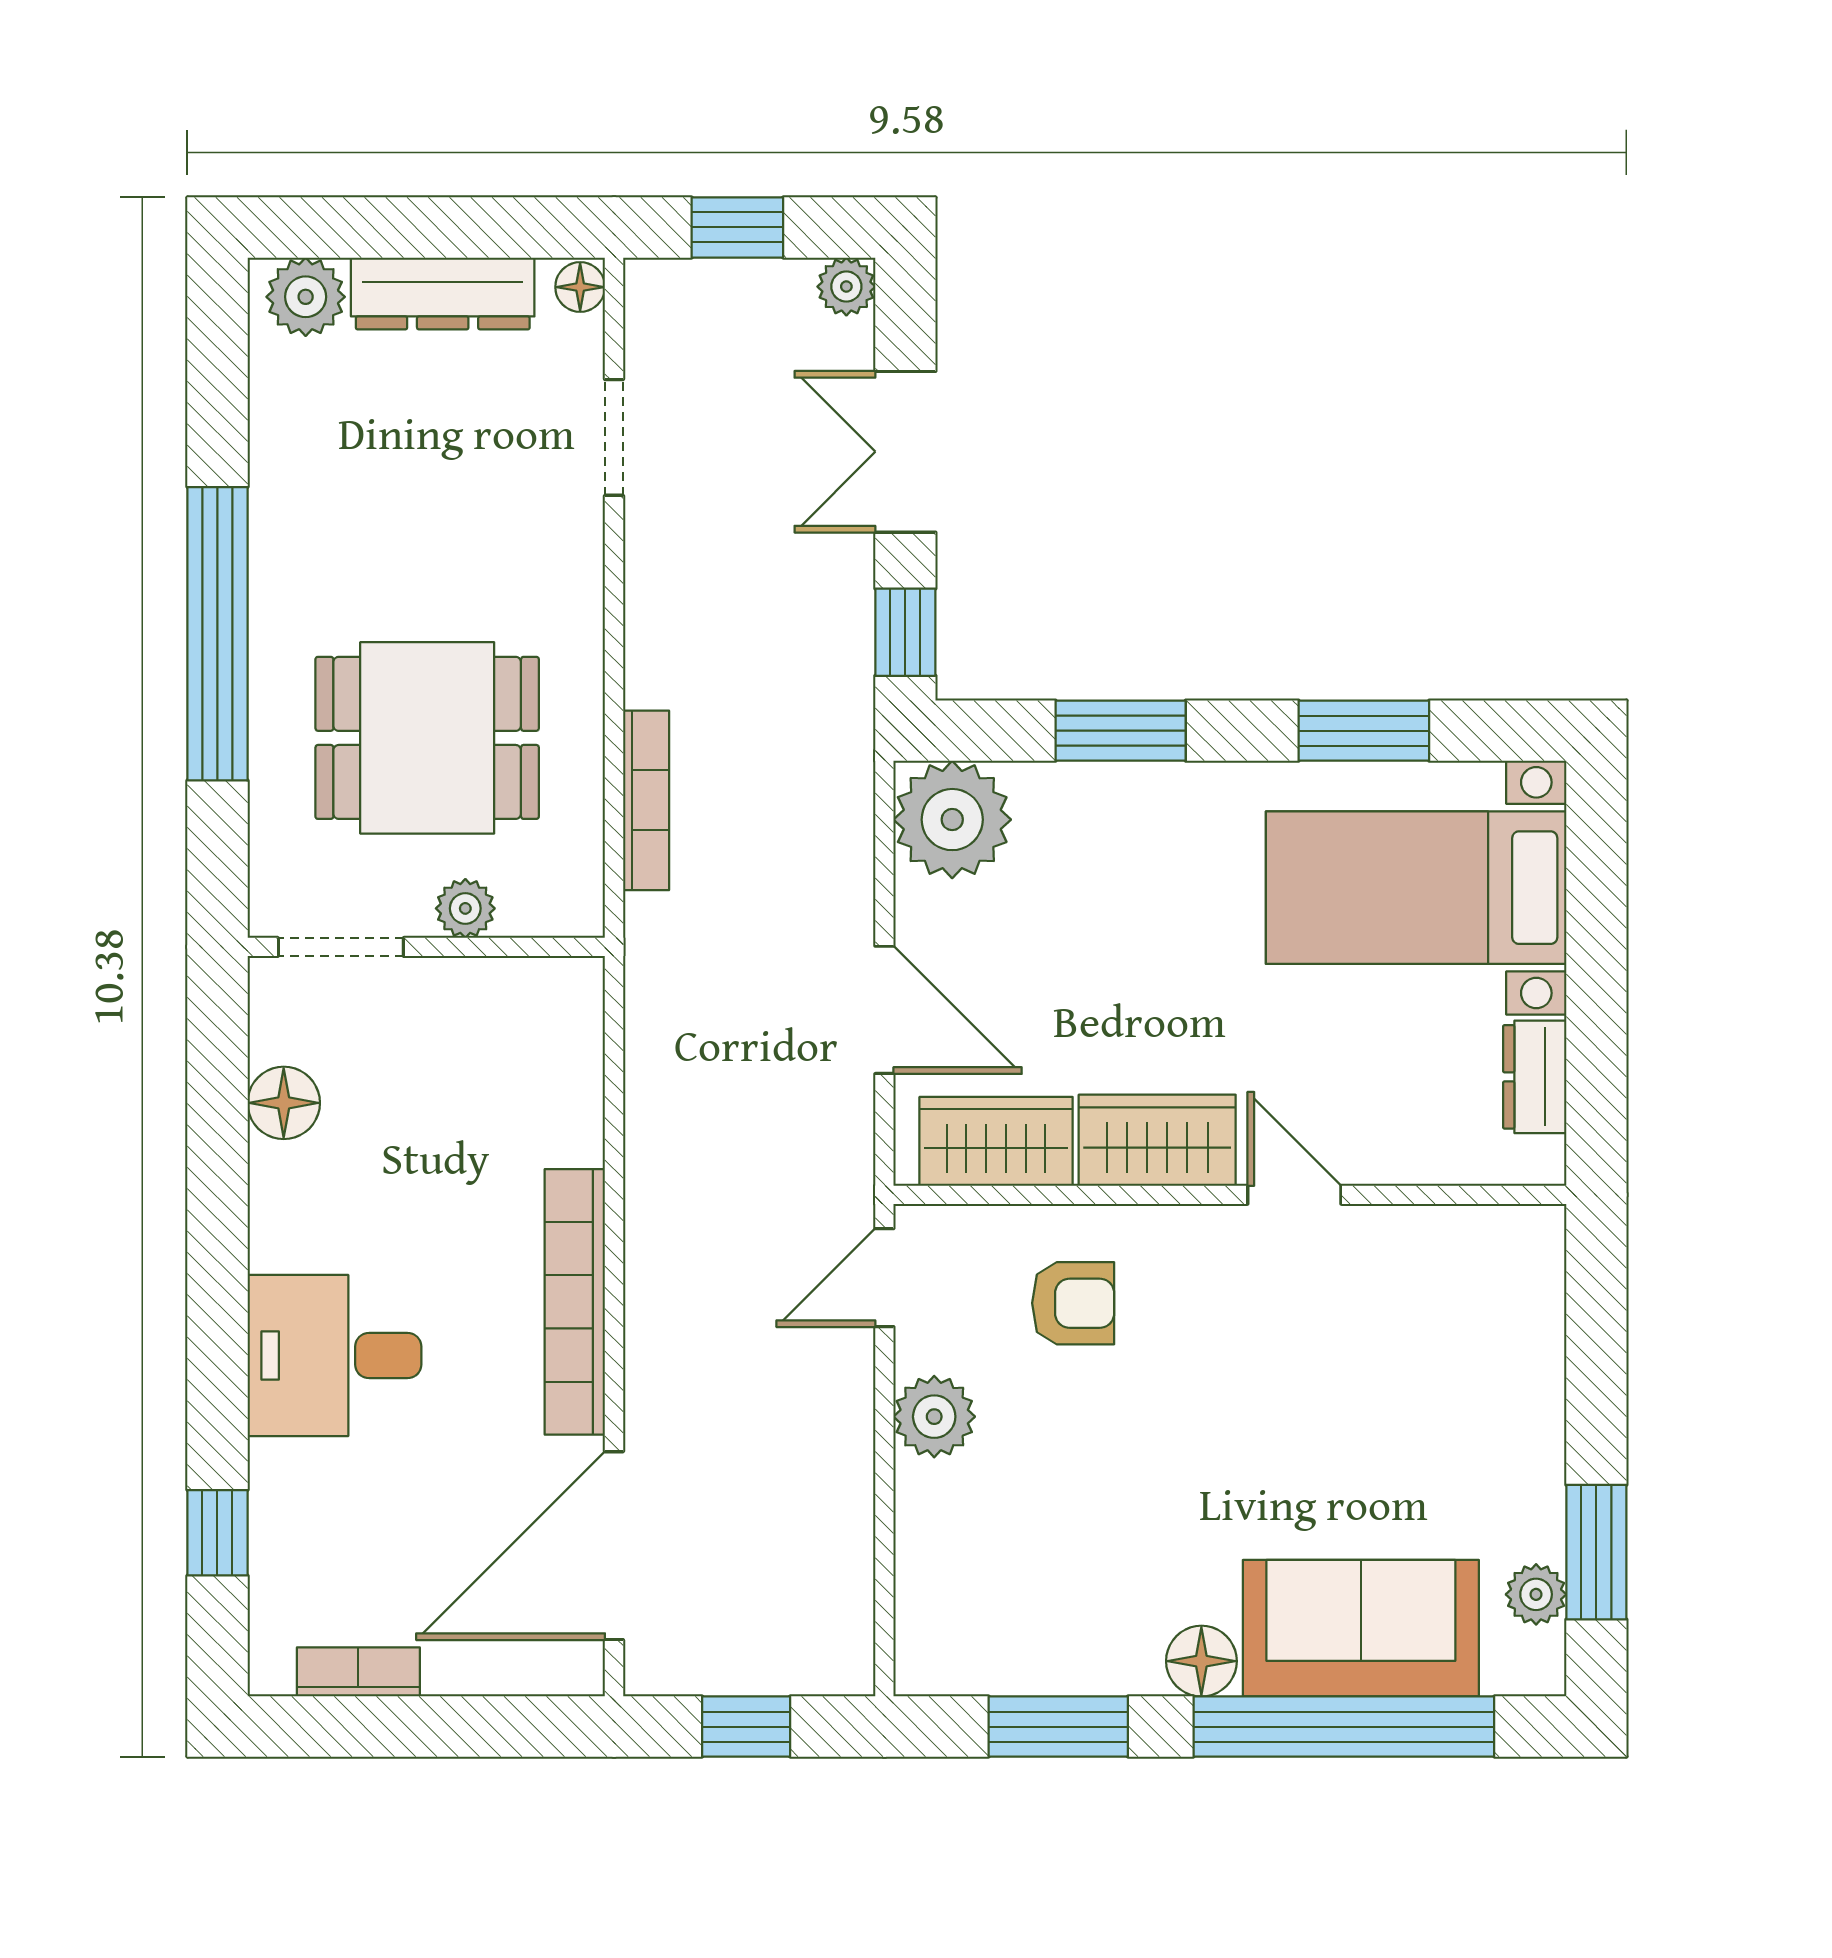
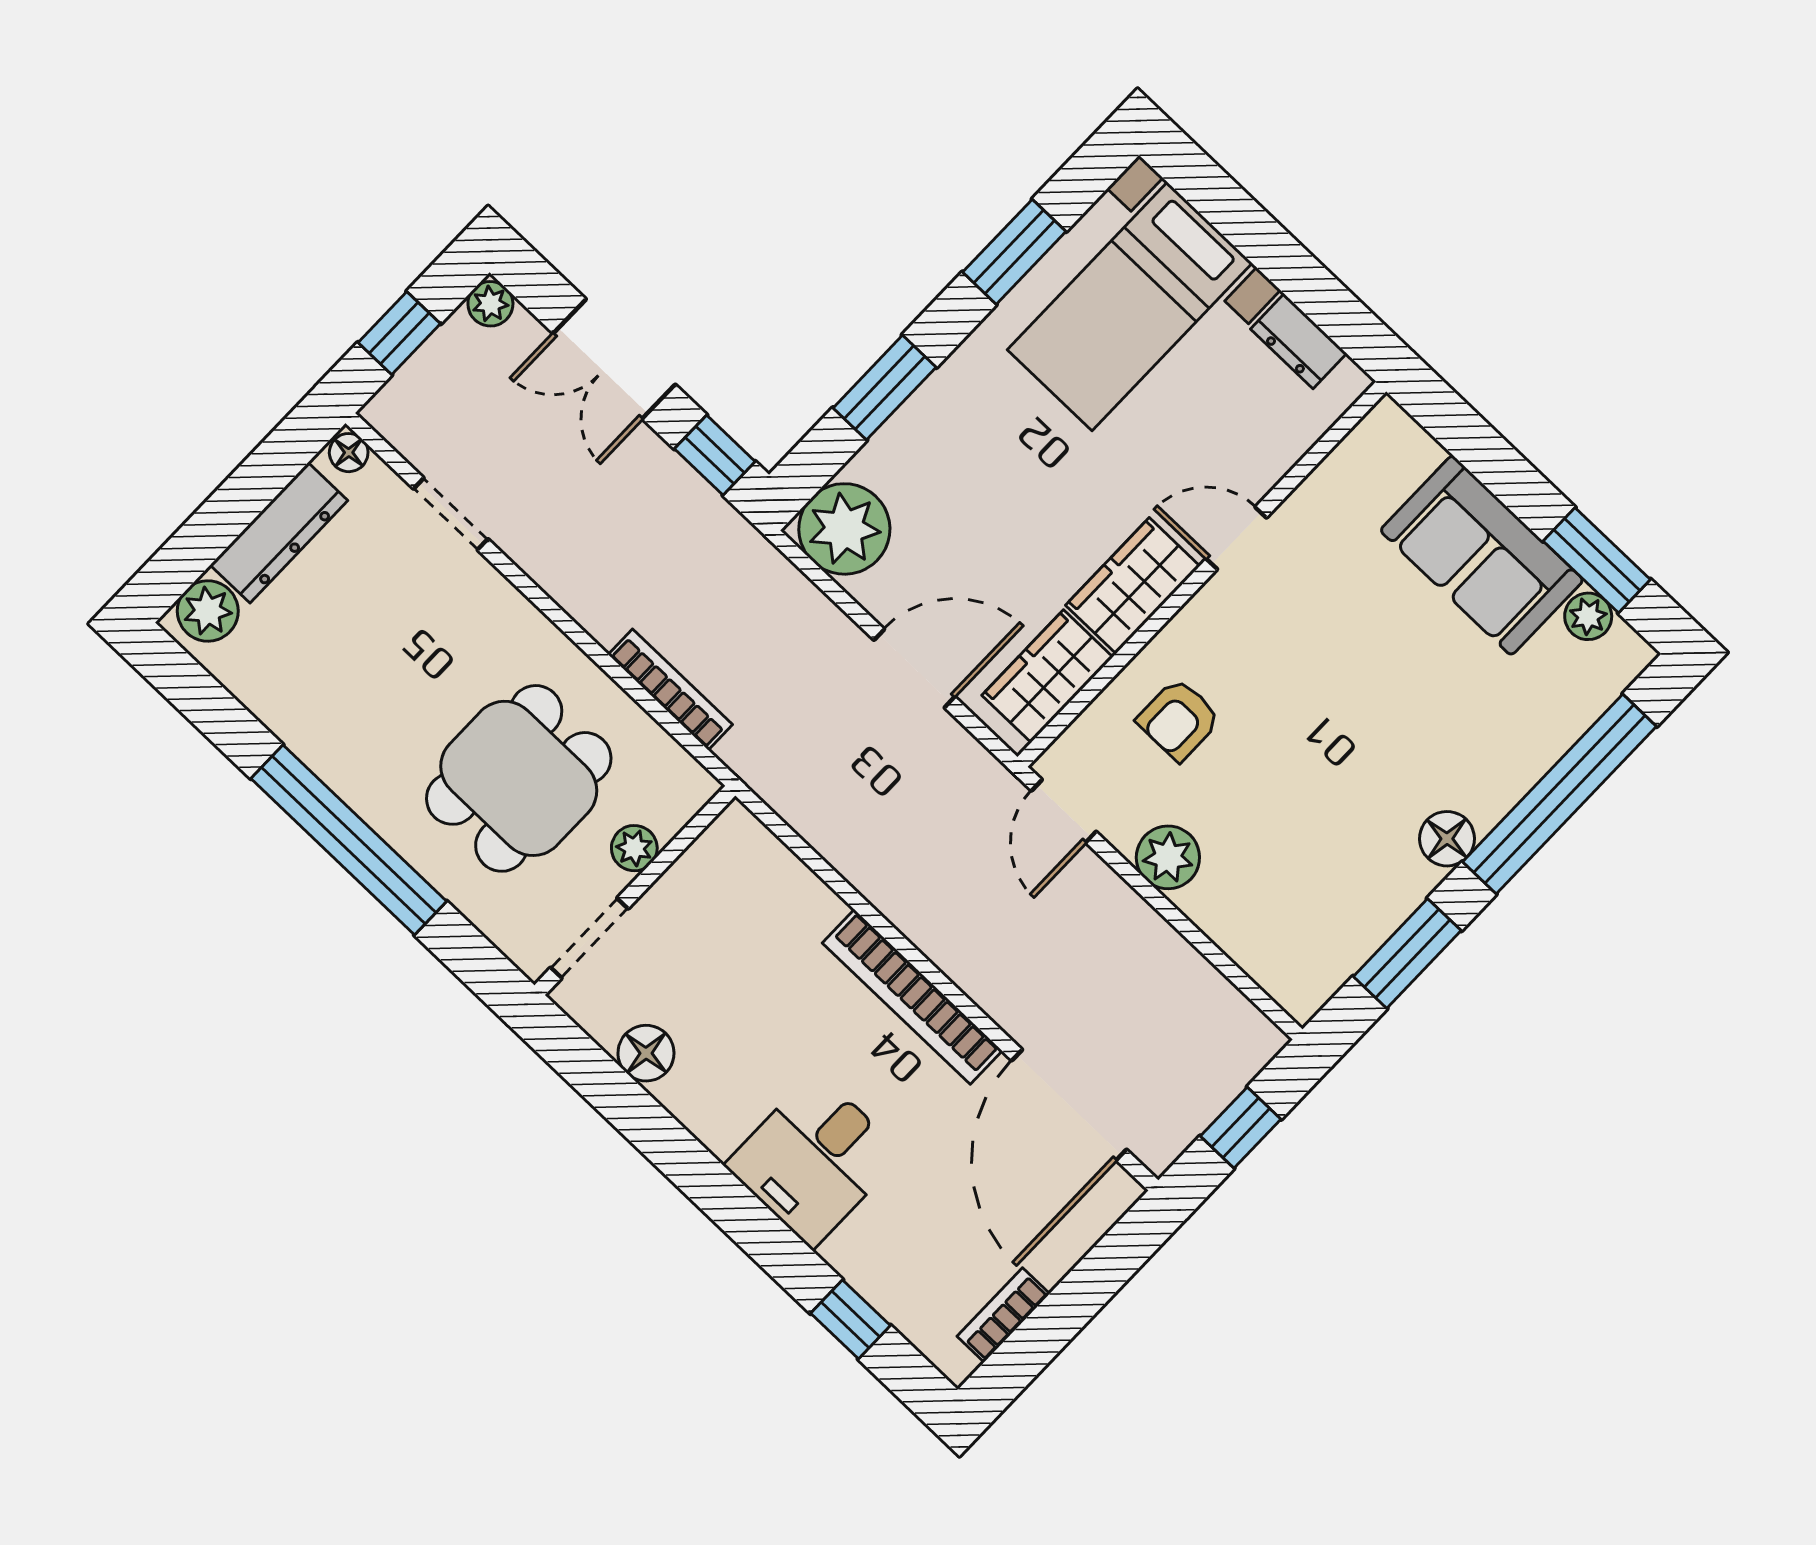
armchair: (1073, 1303) -> (1179, 719), turned 180
sofa: (1361, 1628) -> (1482, 555), moved, turned -90

